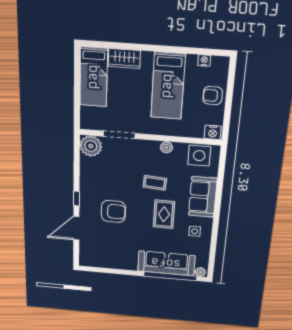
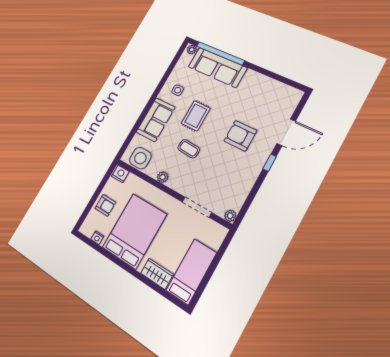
bed: (168, 86) -> (134, 231), width x1.50
plant: (91, 146) -> (230, 216), width x0.53, depth x0.53

